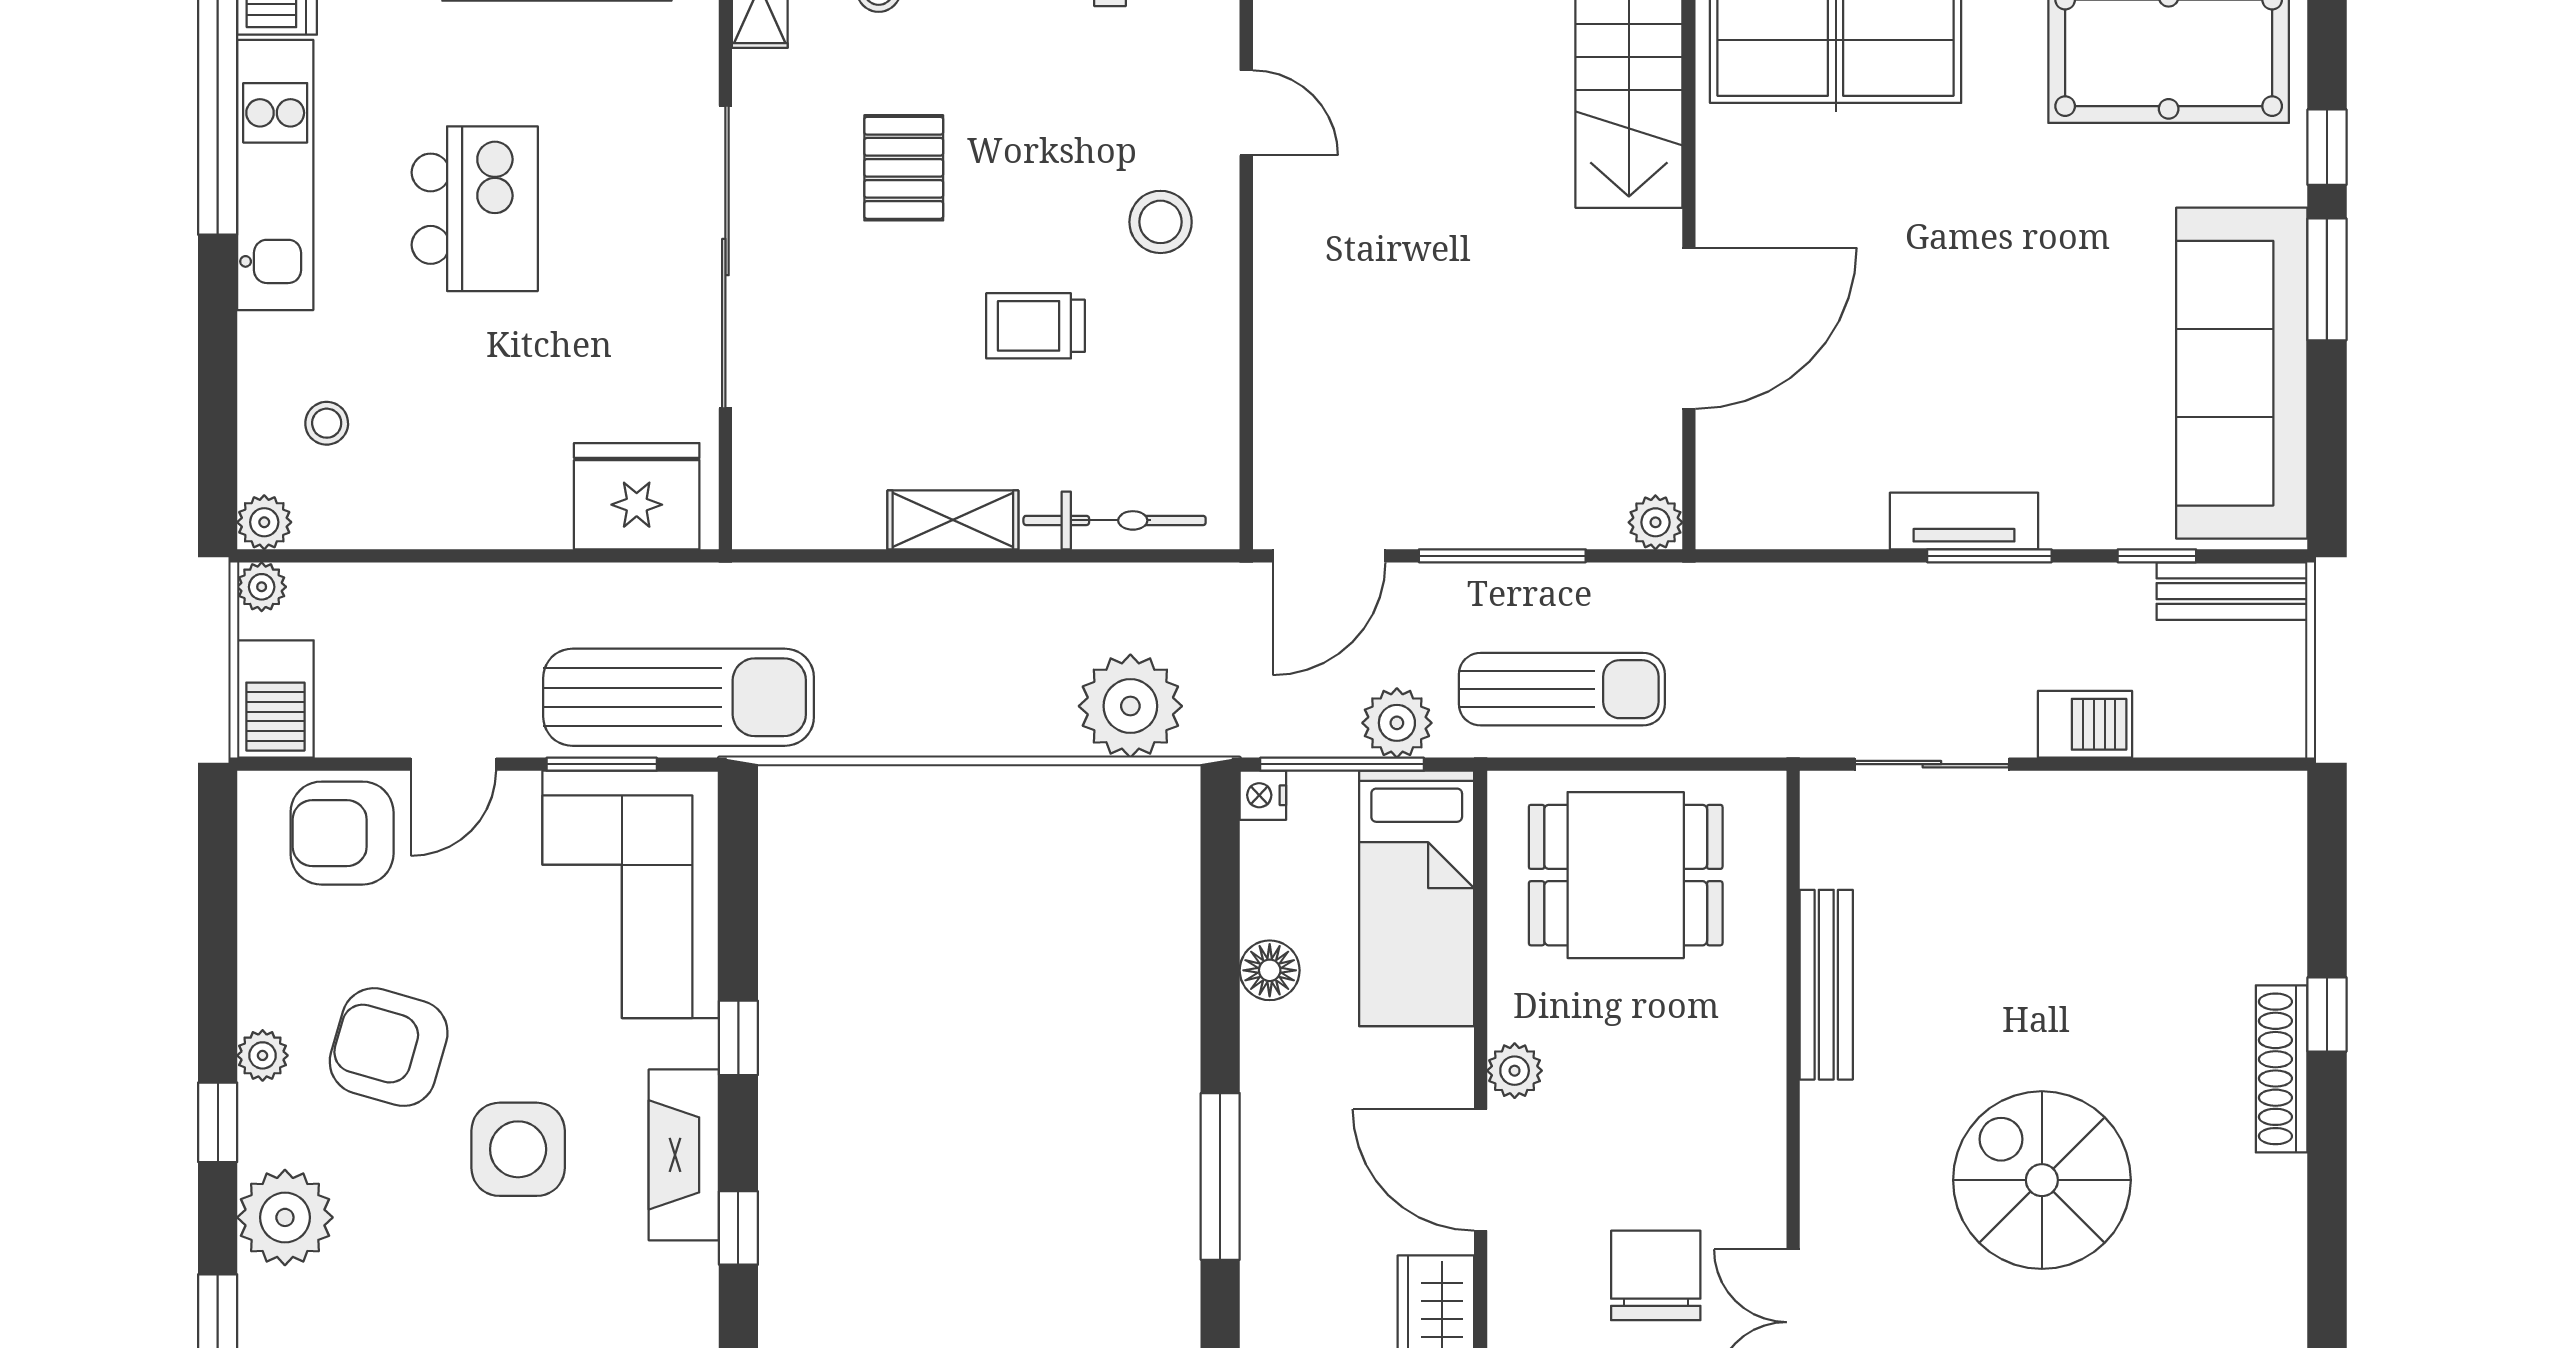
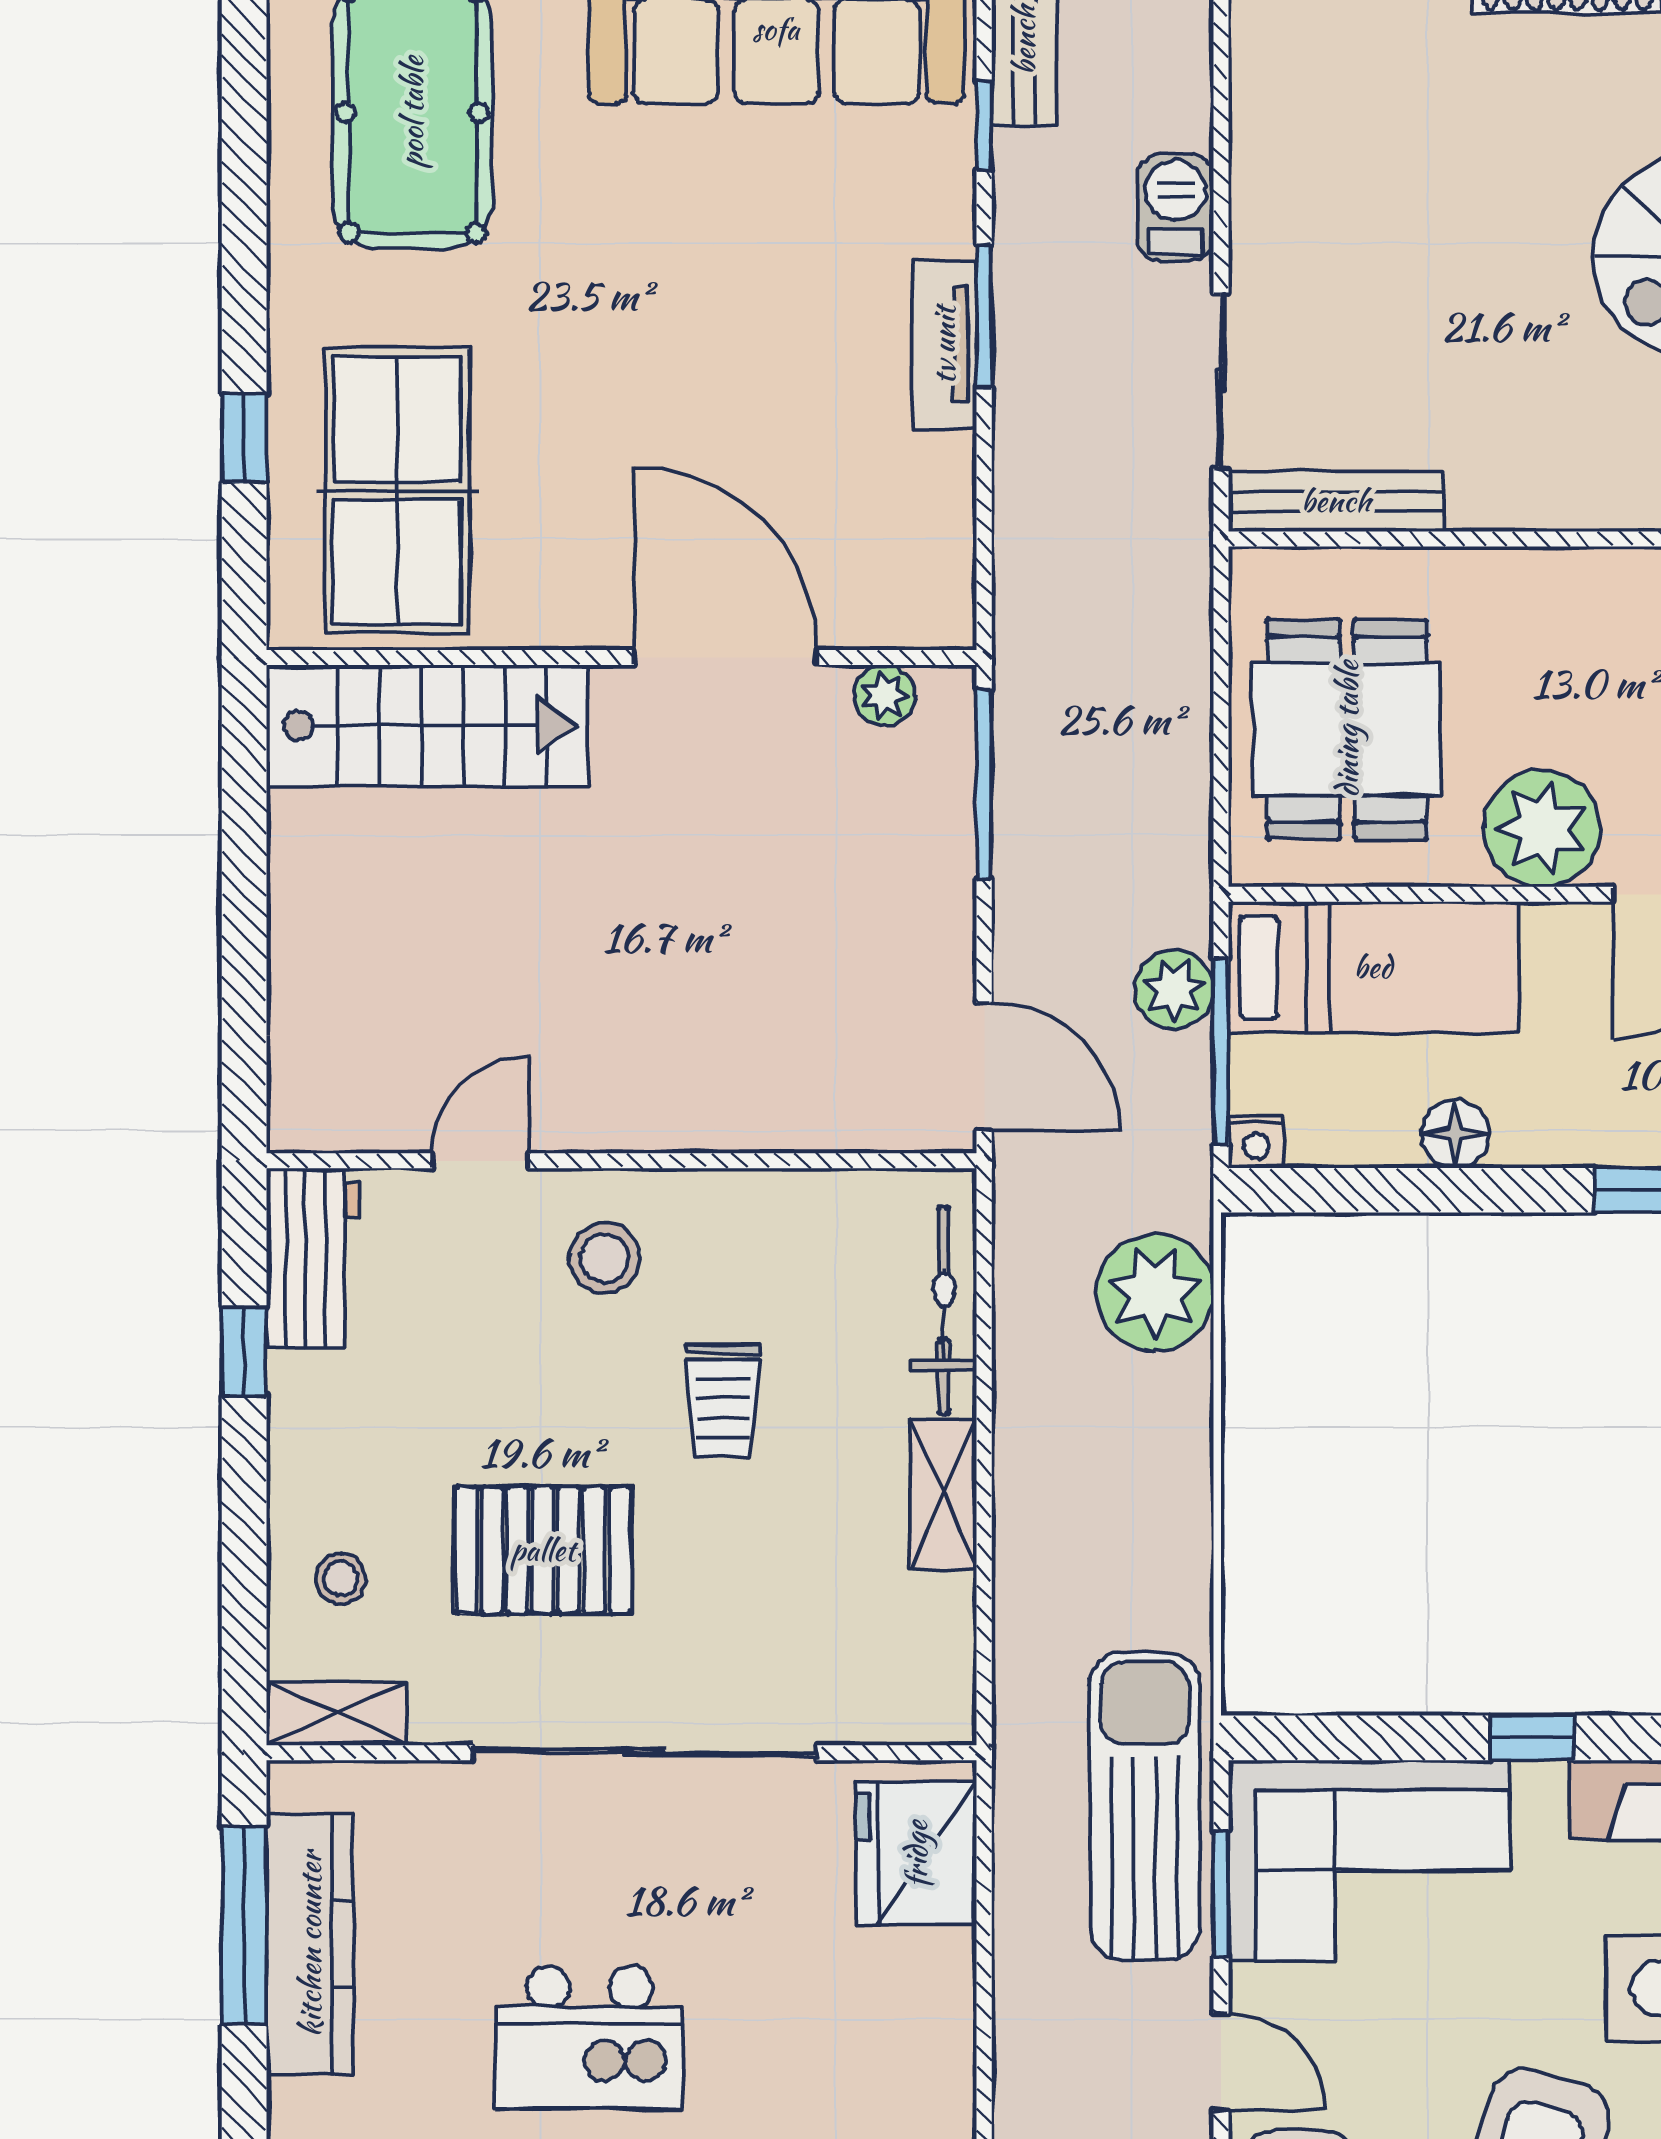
pallet: (904, 168) -> (543, 1550), width x1.50, depth x1.42
kitchen island: (475, 209) -> (590, 2038), turned 180
plant: (1655, 522) -> (885, 696), moved
window: (1502, 556) -> (984, 784), moved
sun lounger: (1562, 689) -> (1136, 802), removed
bench: (1826, 985) -> (1336, 501), moved
plant: (1515, 1071) -> (1542, 828), width x1.87, depth x1.87

